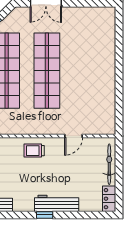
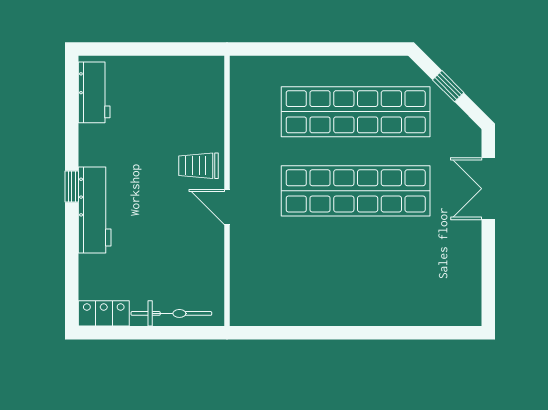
door: (74, 136) -> (227, 207), moved
trolley: (34, 151) -> (198, 166), turned -90

